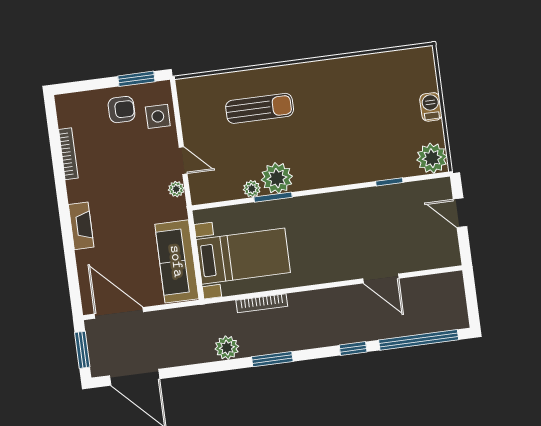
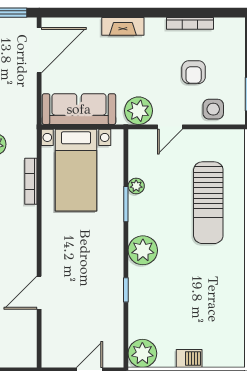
sun lounger: (260, 108) -> (208, 203), width x1.36, depth x1.34
armchair: (121, 110) -> (194, 72), moved
plant: (277, 178) -> (143, 250), moved
window: (389, 182) -> (126, 290), moved
plant: (176, 189) -> (138, 111), width x1.88, depth x1.88

